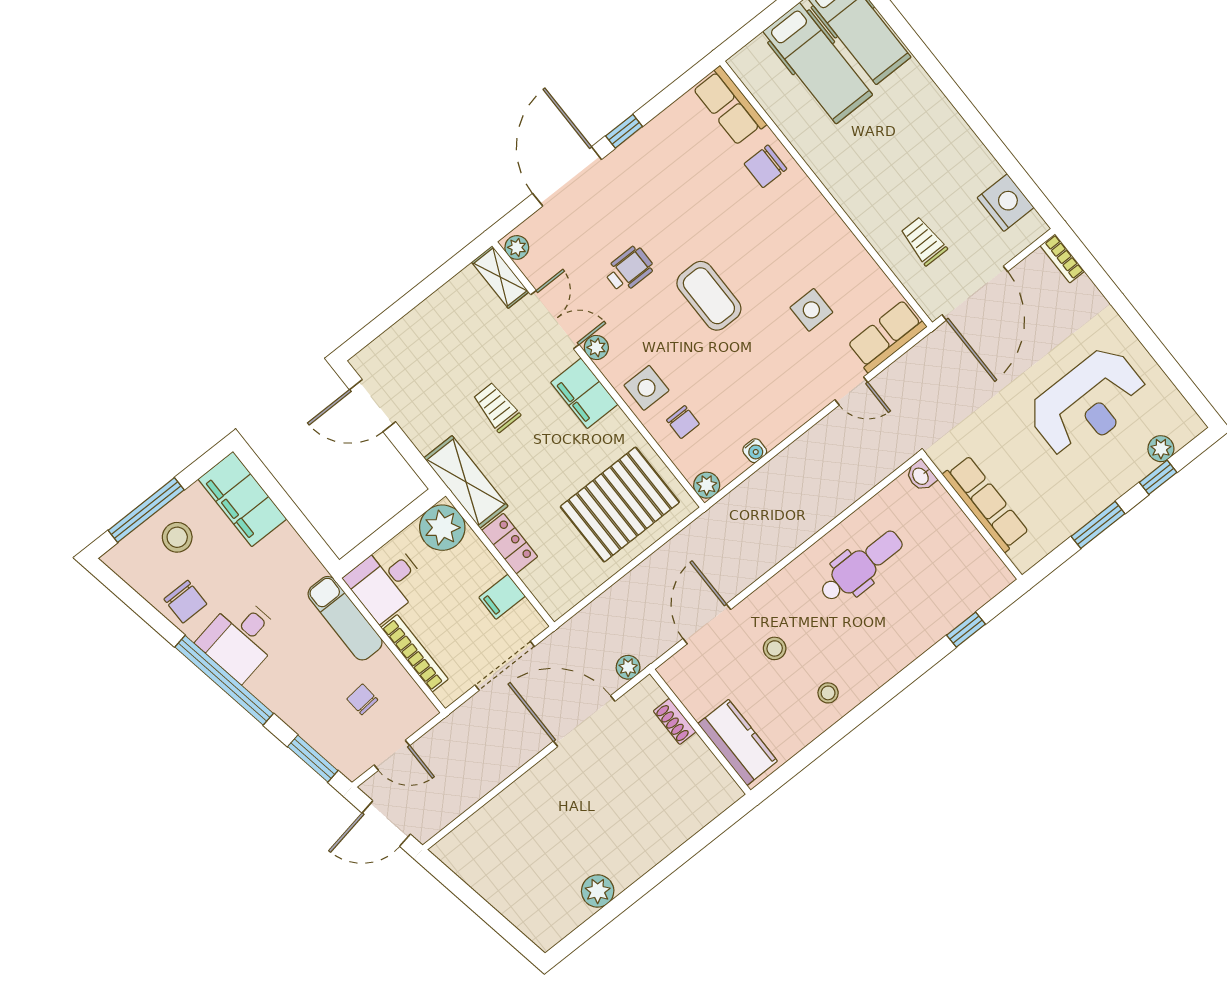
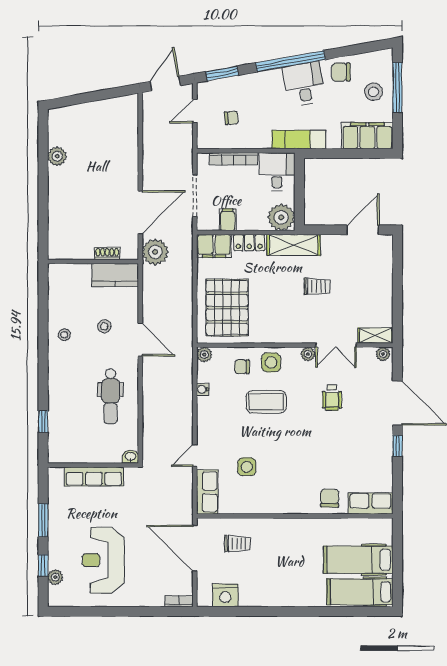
coffee table: (709, 296) -> (266, 402), moved
filing cabinet: (584, 393) -> (214, 246), moved, turned 180
exam couch: (345, 618) -> (299, 140), moved
door: (707, 624) -> (140, 340), moved
plant: (628, 667) -> (155, 252), width x1.88, depth x1.88
kitchen counter: (738, 742) -> (115, 275), moved

